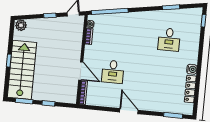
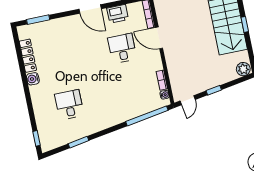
printer: (108, 100) -> (118, 14), added

